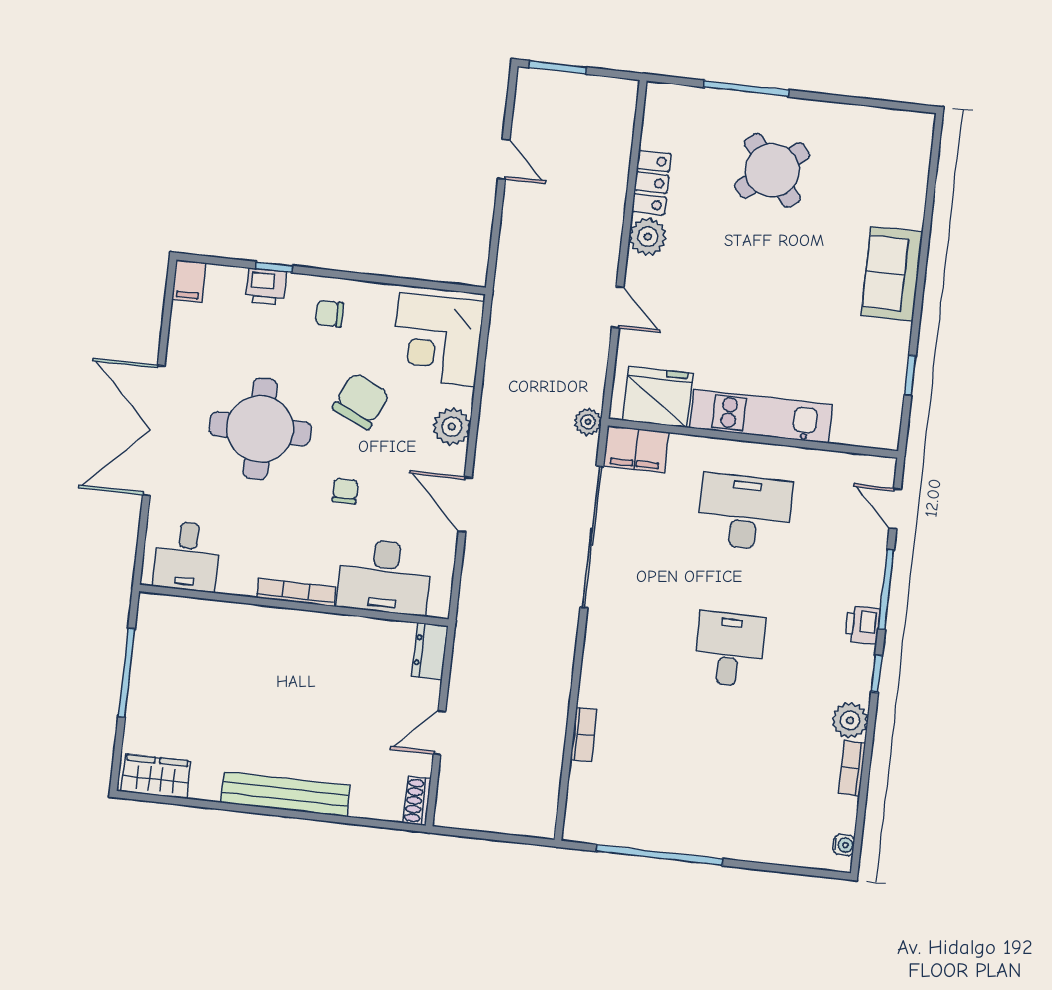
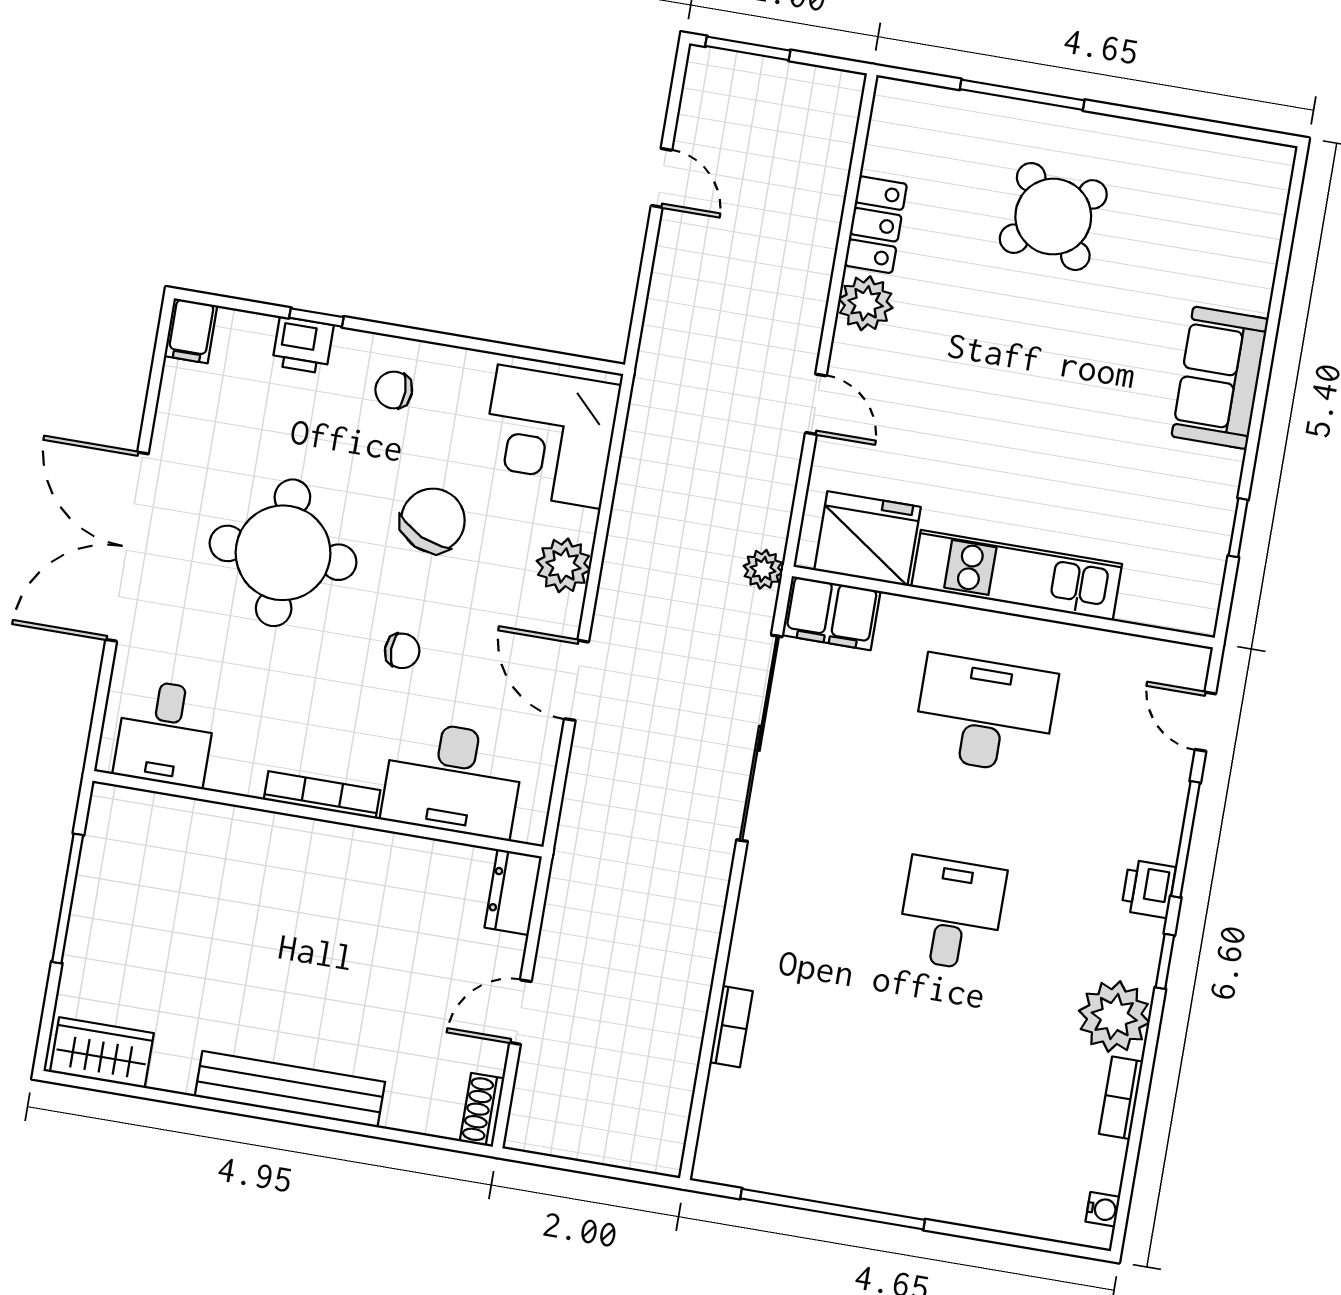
chair: (345, 491) -> (402, 651), turned 90
plant: (850, 720) -> (1114, 1017), width x1.36, depth x1.36

